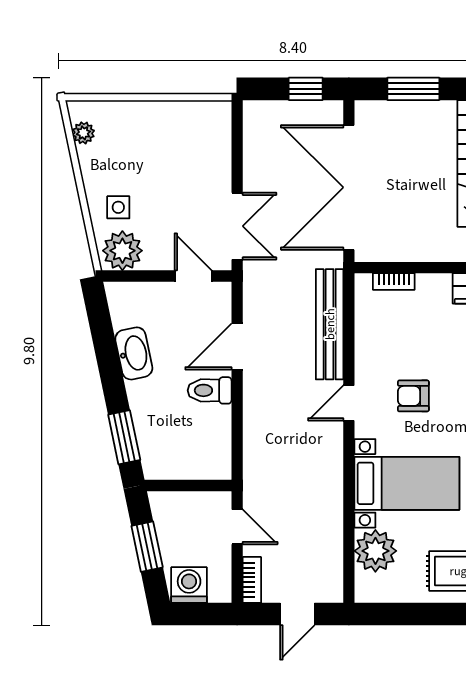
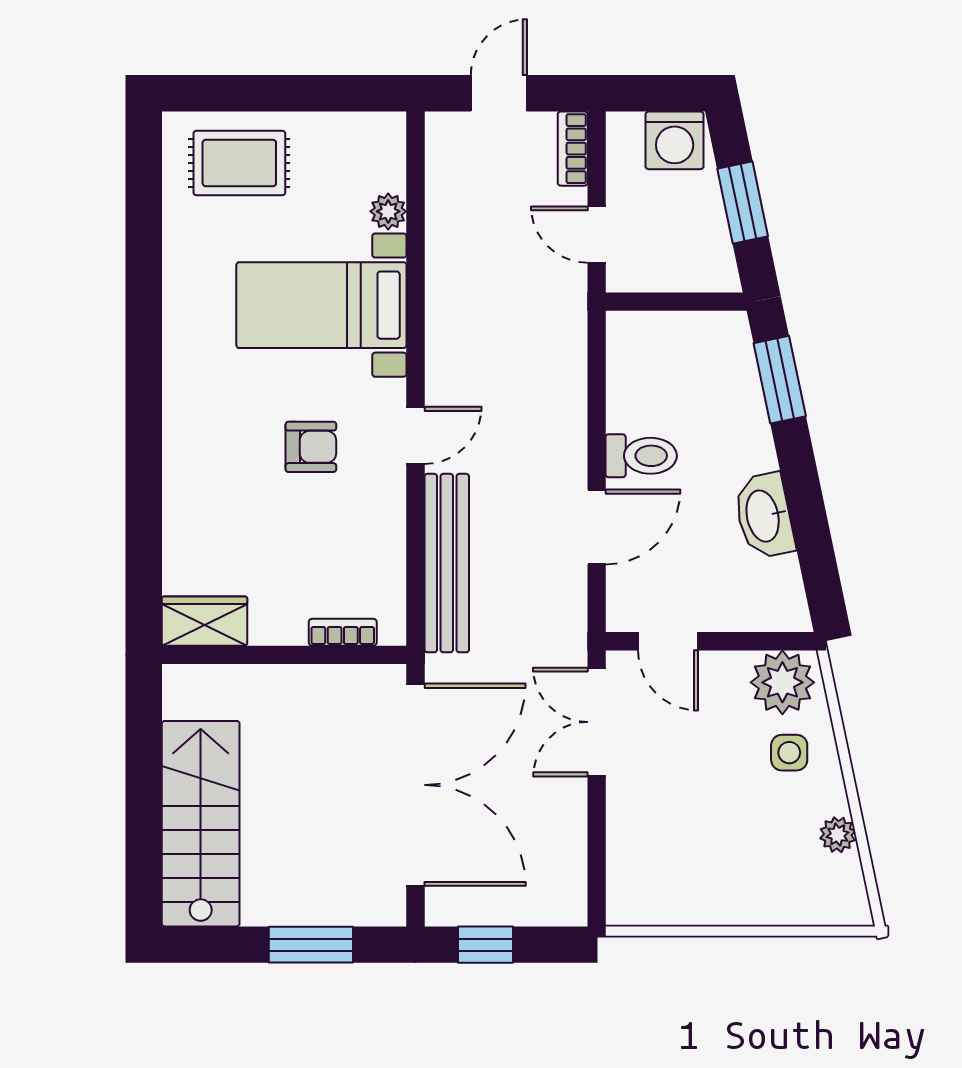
plant: (83, 133) -> (838, 835), moved
plant: (375, 551) -> (388, 211), width x0.53, depth x0.53

